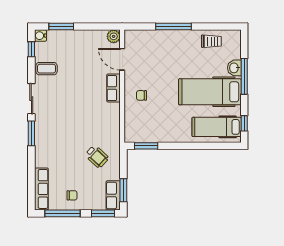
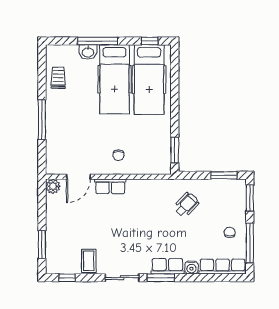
water cooler: (40, 36) -> (191, 268), moved
hospital bed: (217, 127) -> (149, 80), width x1.37, depth x1.29
row of seats: (113, 195) -> (167, 266), moved, turned 180

